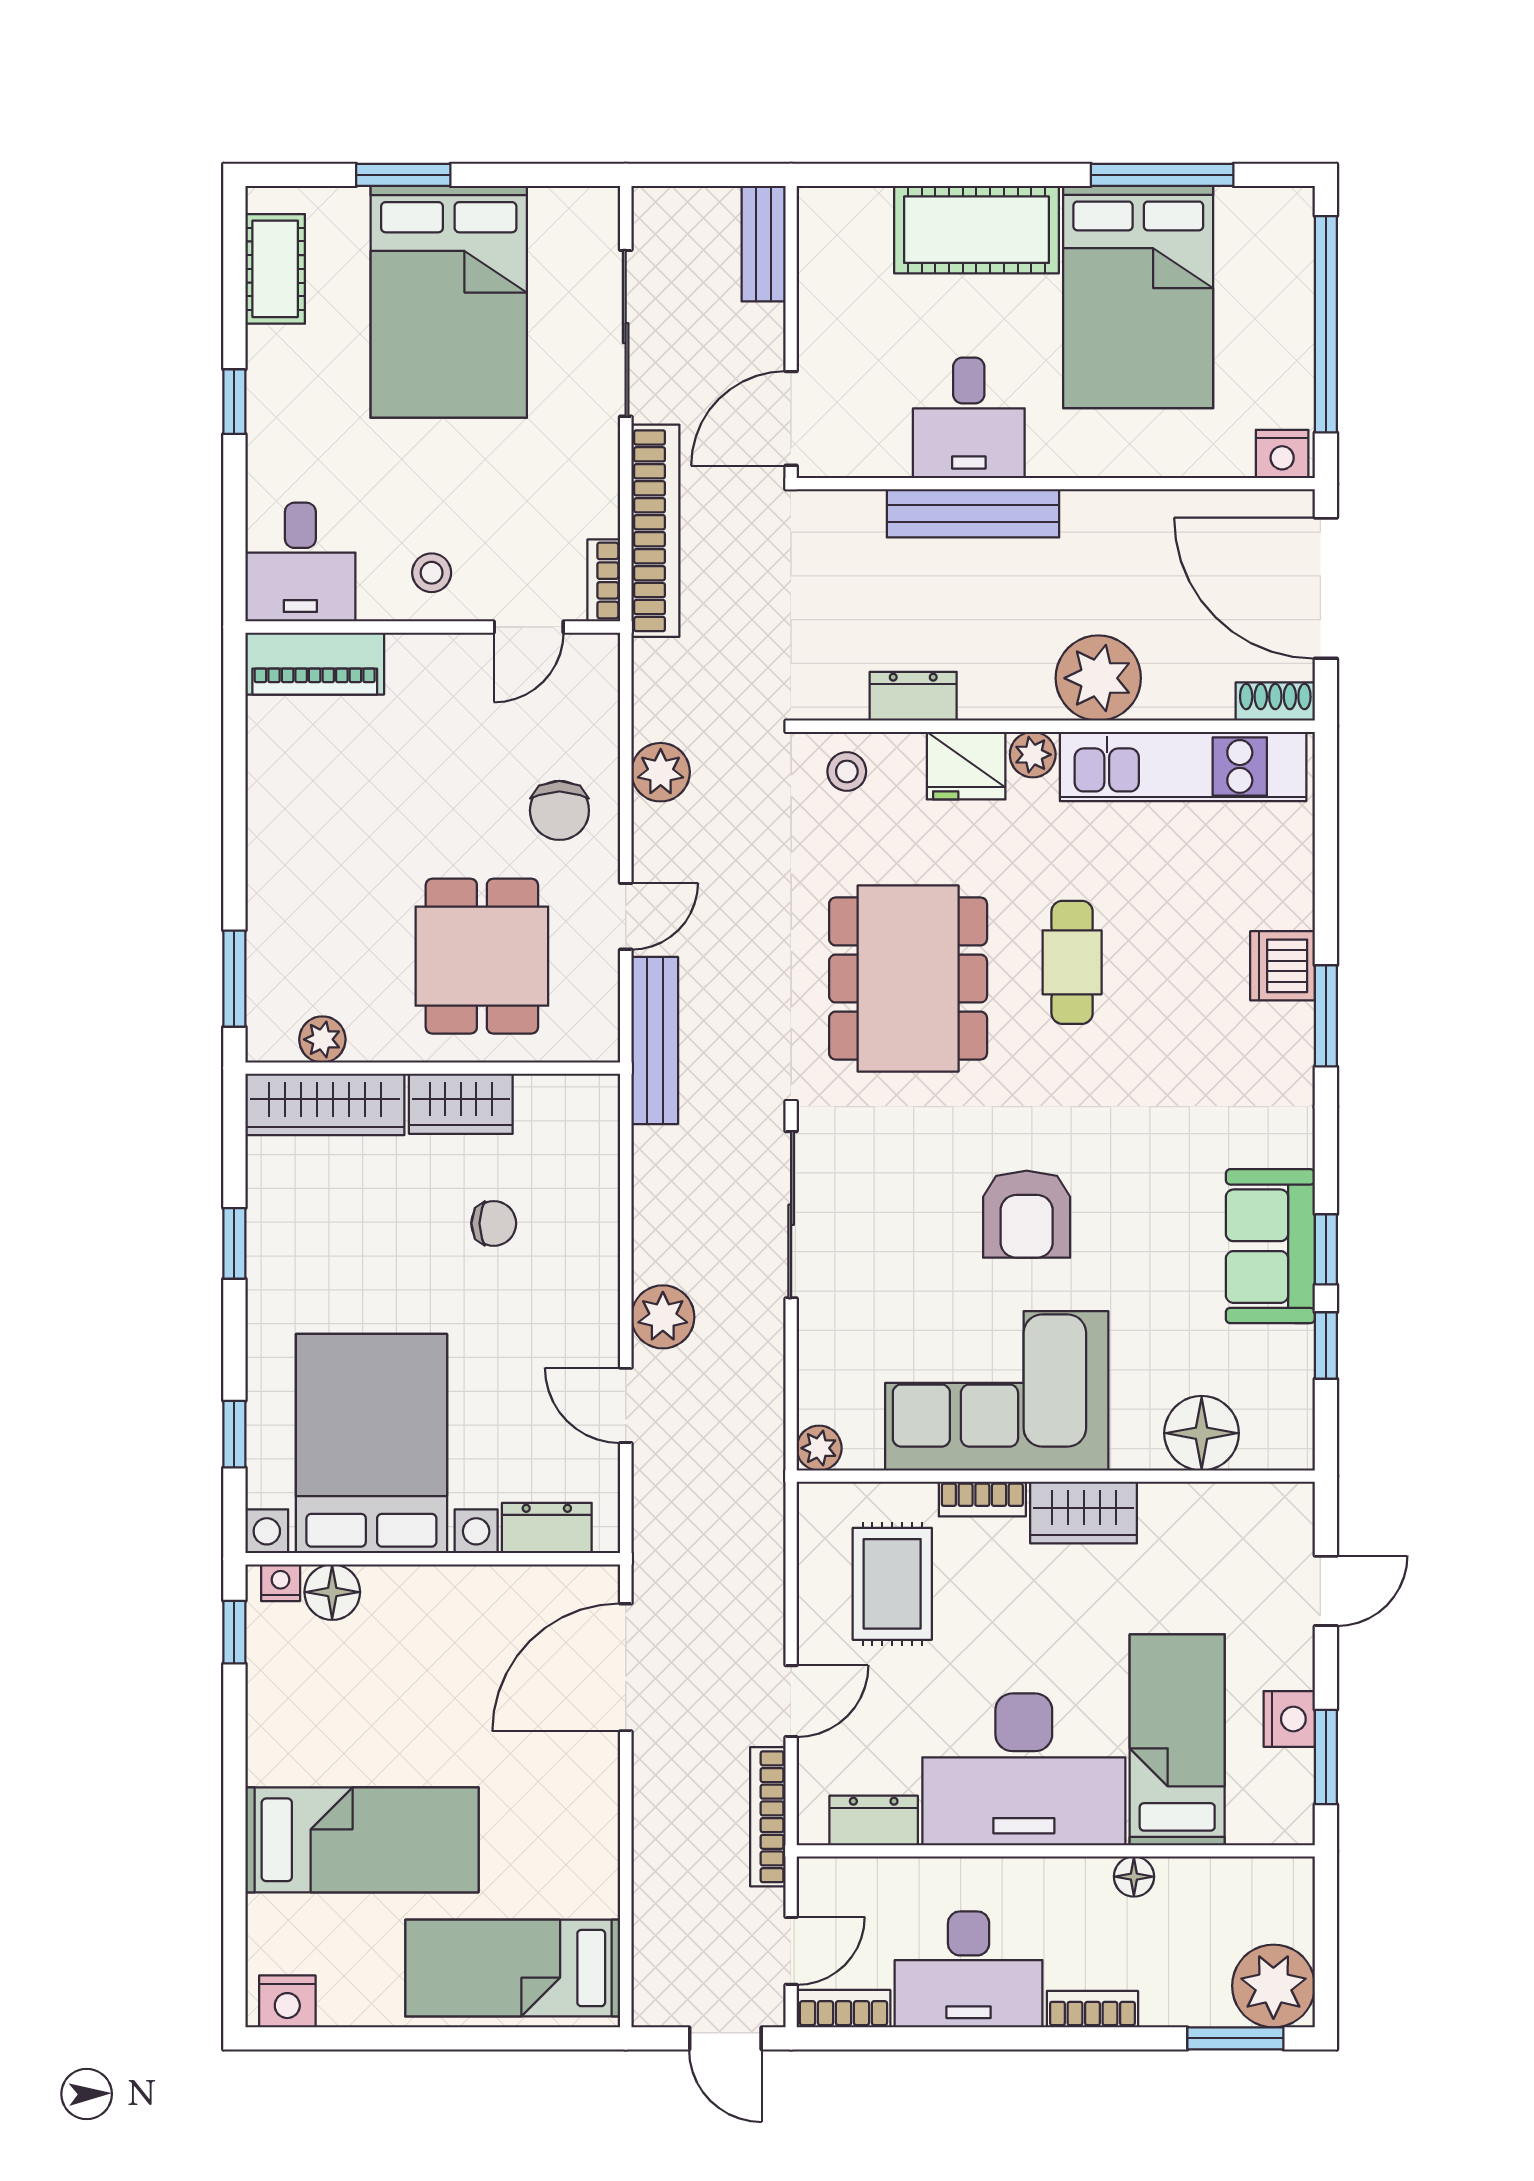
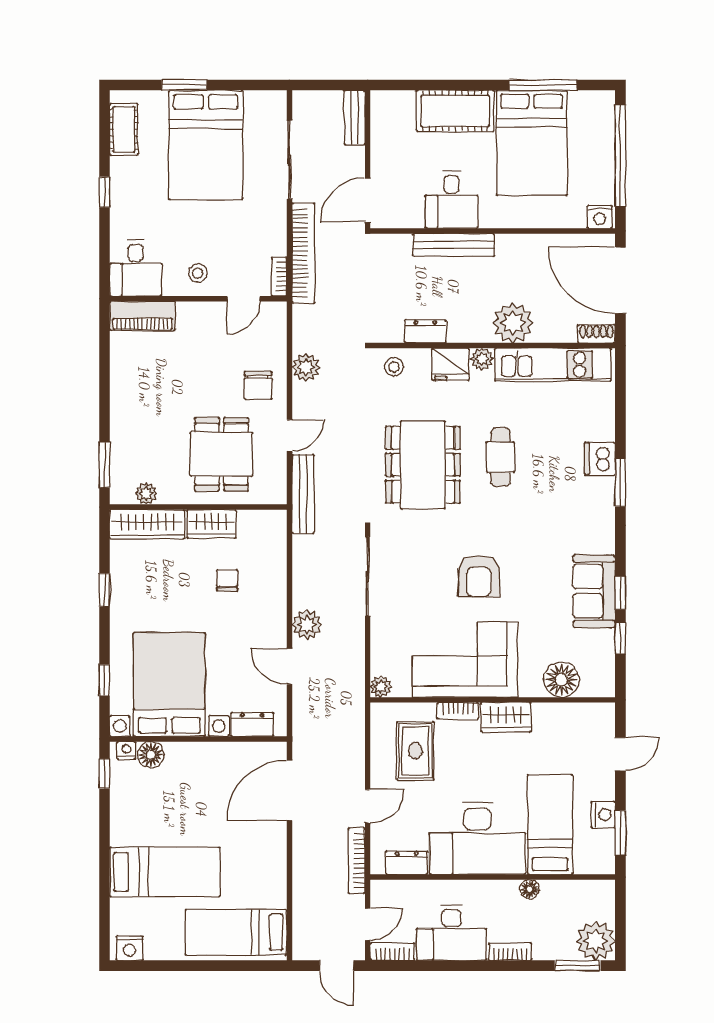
chair: (494, 1223) -> (227, 581), turned -90

